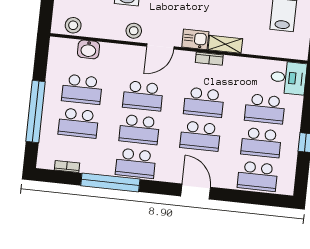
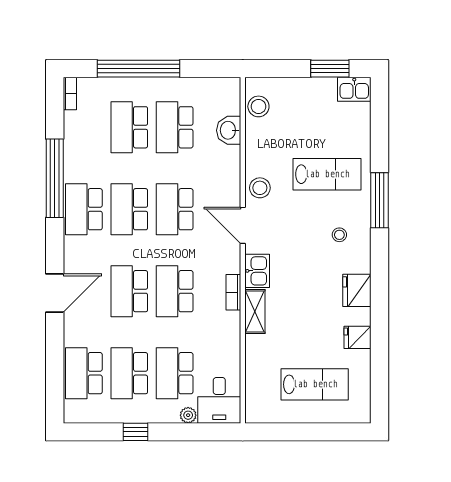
plant: (297, 102) -> (188, 415), added
bookcase: (67, 167) -> (70, 93), moved

